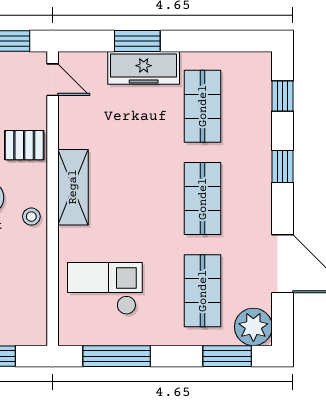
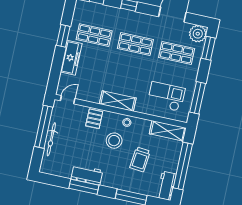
window: (137, 41) -> (63, 36), moved
checkout: (105, 288) -> (166, 96), turned 90
shelving: (32, 308) -> (168, 131), added

